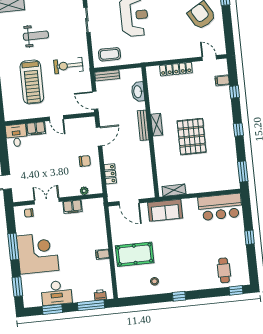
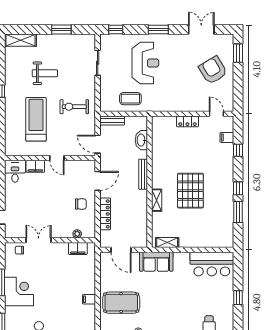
coffee table: (109, 54) -> (130, 99), moved
locker: (176, 69) -> (187, 121), width x0.66
treadmill: (32, 82) -> (36, 119), turned 180
shelving: (157, 125) -> (157, 200), moved
window: (243, 172) -> (238, 212), moved
locker: (110, 174) -> (105, 214), width x1.53
filing cabinet: (73, 207) -> (78, 248), moved
corner desk: (38, 253) -> (19, 291), width x0.74, depth x0.74

